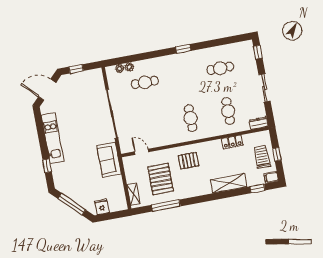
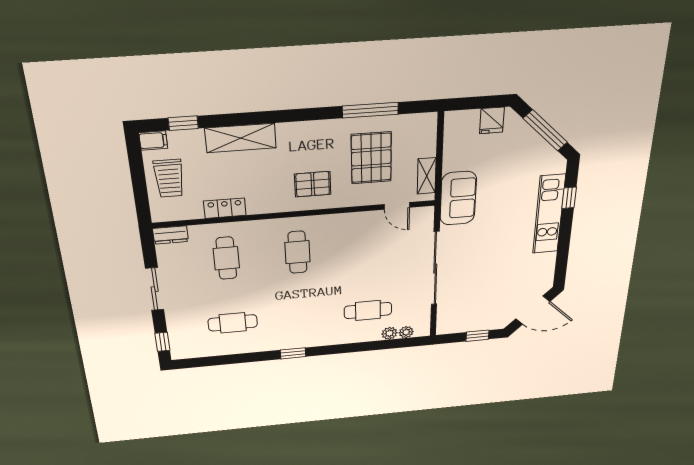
kitchen unit: (53, 138) -> (549, 214), moved
window: (277, 154) -> (139, 180), removed
shelving: (133, 194) -> (427, 176), moved

